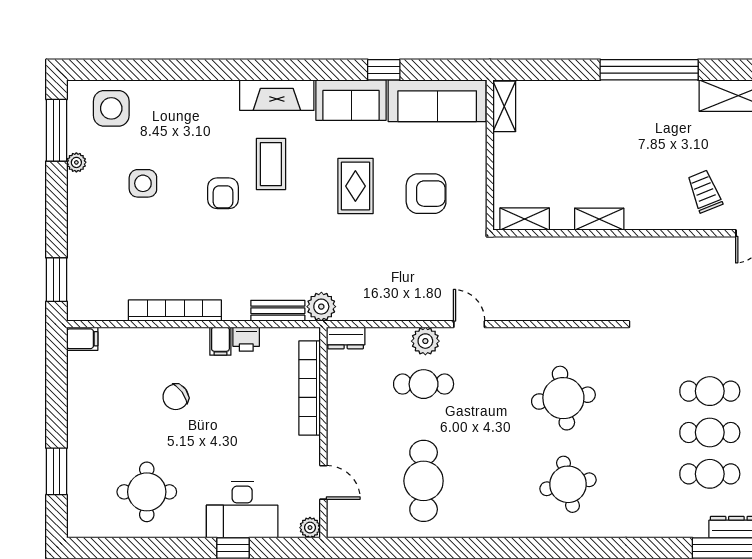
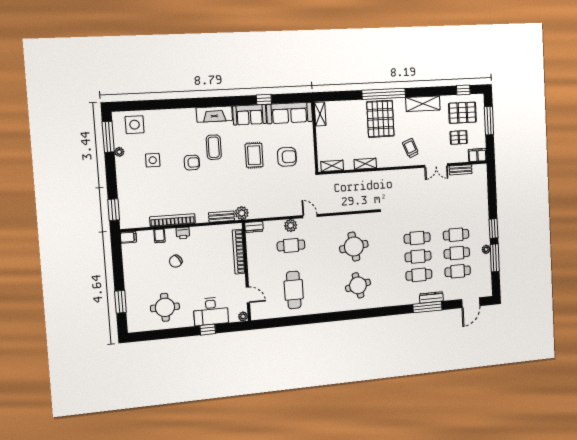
pallet: (639, 124) -> (380, 119), added
armchair: (223, 193) -> (192, 163), turned -90
printer: (246, 339) -> (183, 233), moved
filing cabinet: (220, 341) -> (159, 236), moved

